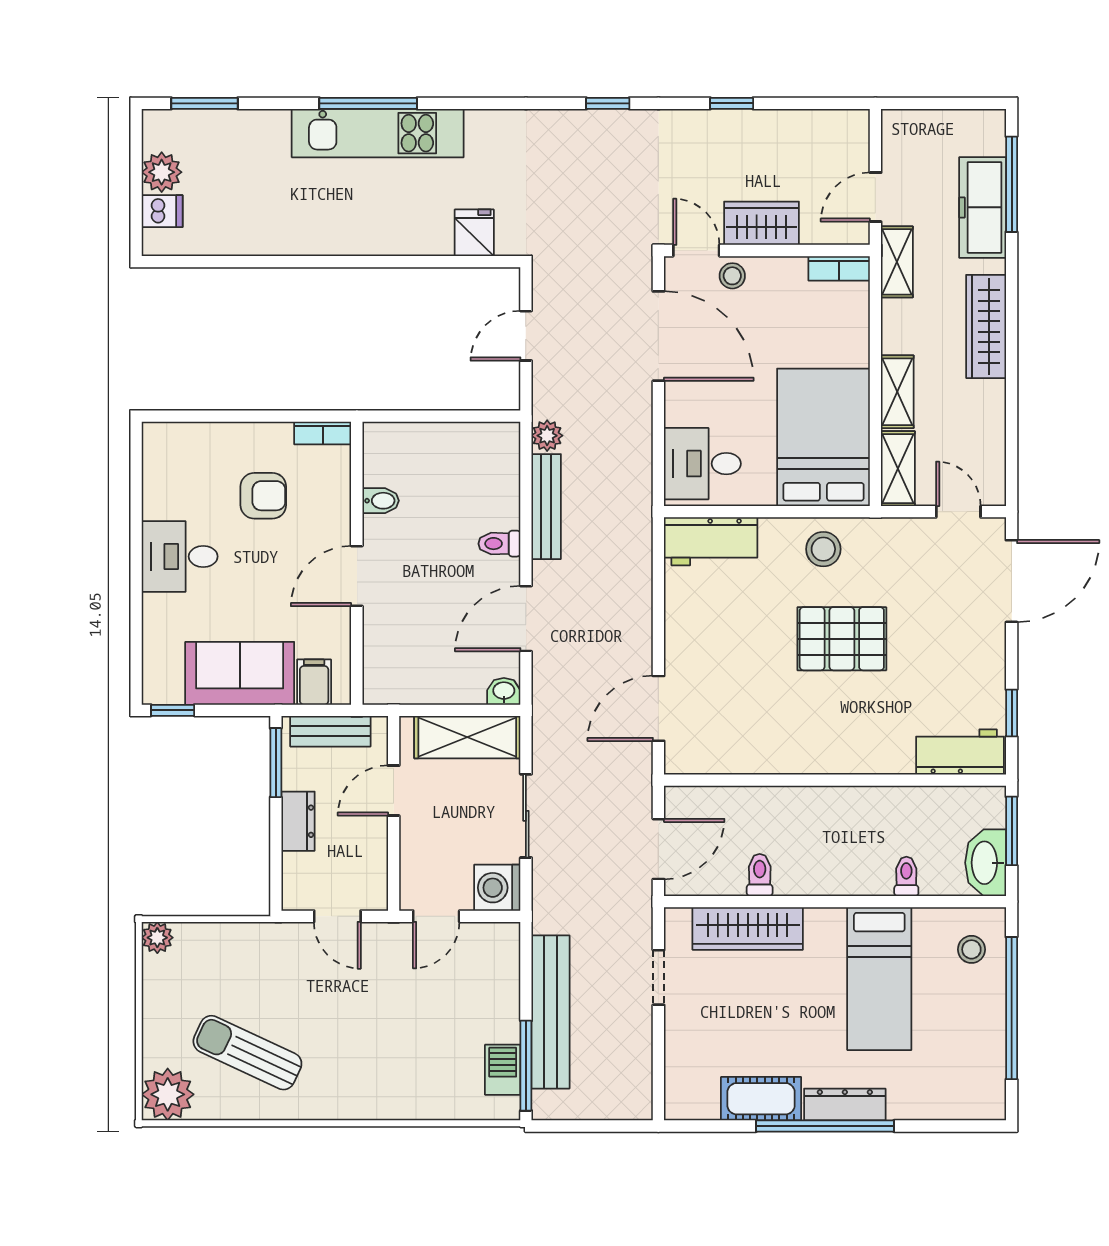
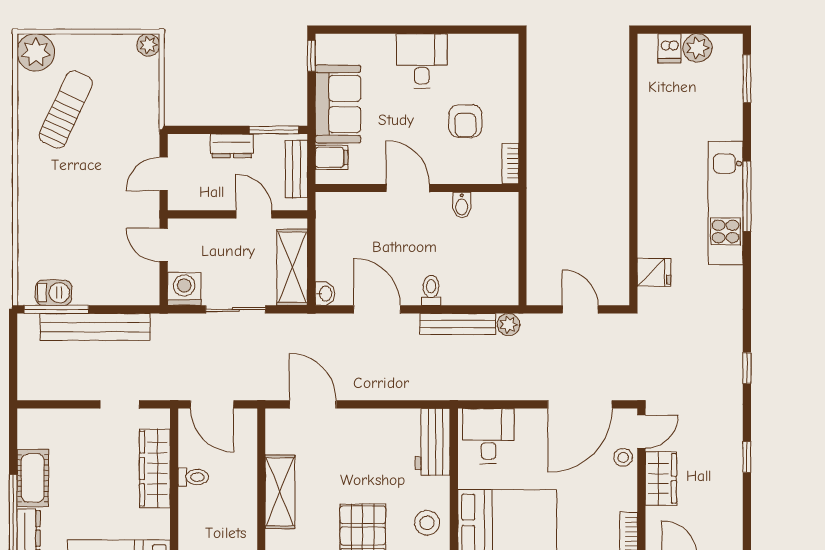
shelving: (780, 754) -> (280, 492), added

